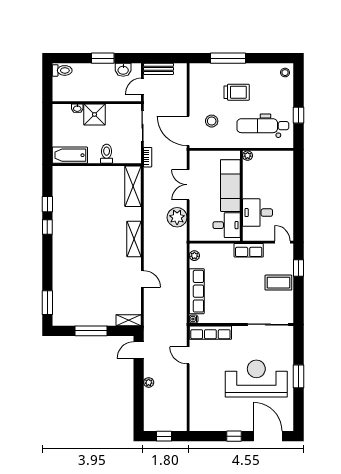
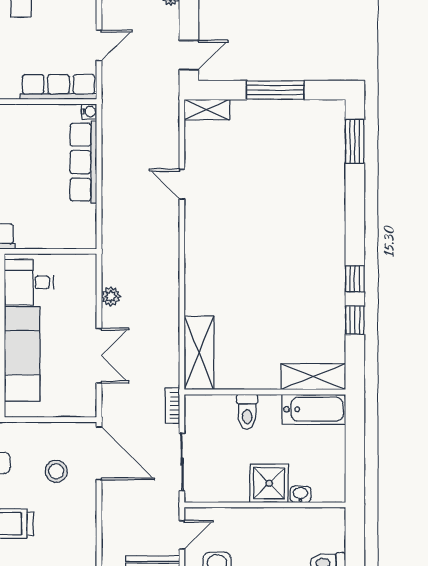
plant: (177, 217) -> (111, 296), width x0.53, depth x0.53
shelving: (134, 239) -> (313, 377), moved, turned 90
plant: (194, 256) -> (88, 227), removed
door: (188, 355) -> (99, 45), hinge flipped

